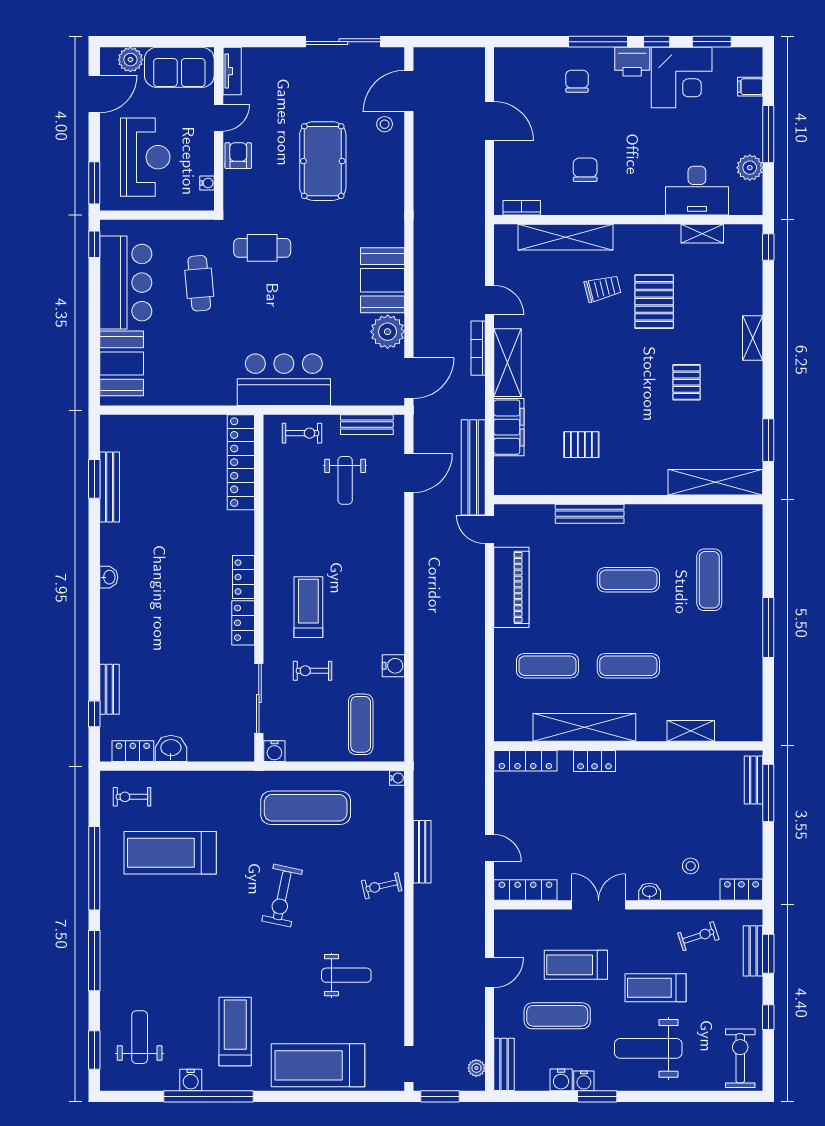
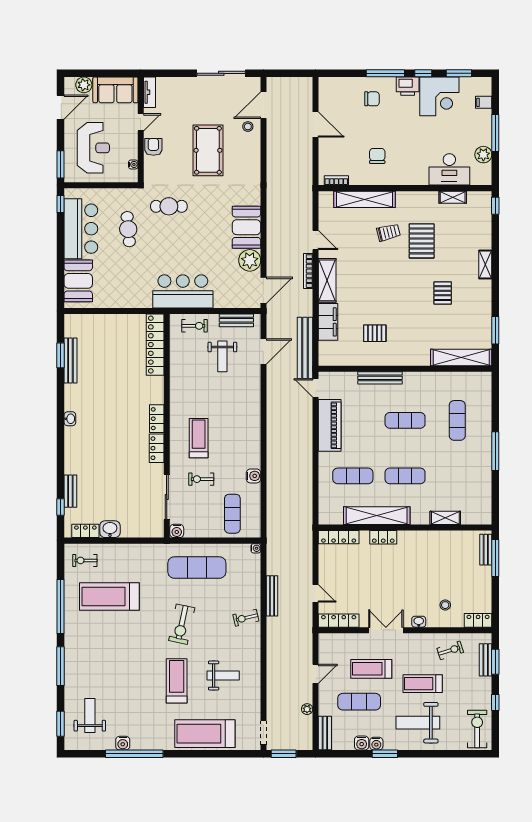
chair: (577, 81) -> (372, 99), turned 90
treadmill: (235, 1032) -> (177, 681), moved
plant: (476, 1068) -> (307, 709), moved

